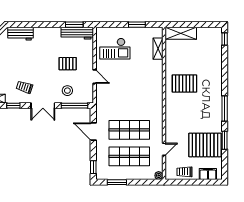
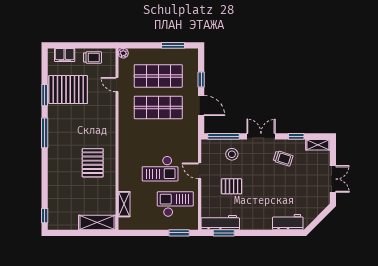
window: (137, 25) -> (179, 233), moved
checkout: (128, 79) -> (160, 169), added
pallet: (184, 83) -> (93, 163), turned 90
door: (164, 149) -> (117, 84), hinge flipped
window: (93, 167) -> (201, 80), moved

